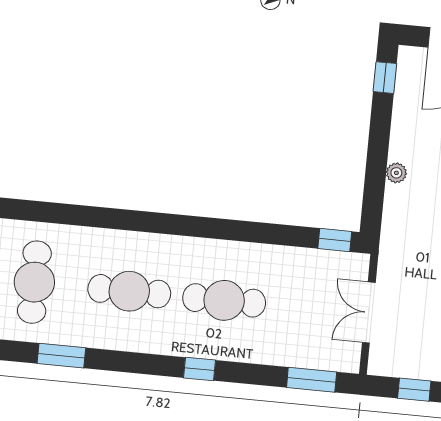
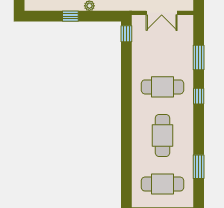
window: (385, 78) -> (70, 16), moved
cafe table: (224, 300) -> (162, 87), turned 90
window: (312, 380) -> (199, 58), moved

